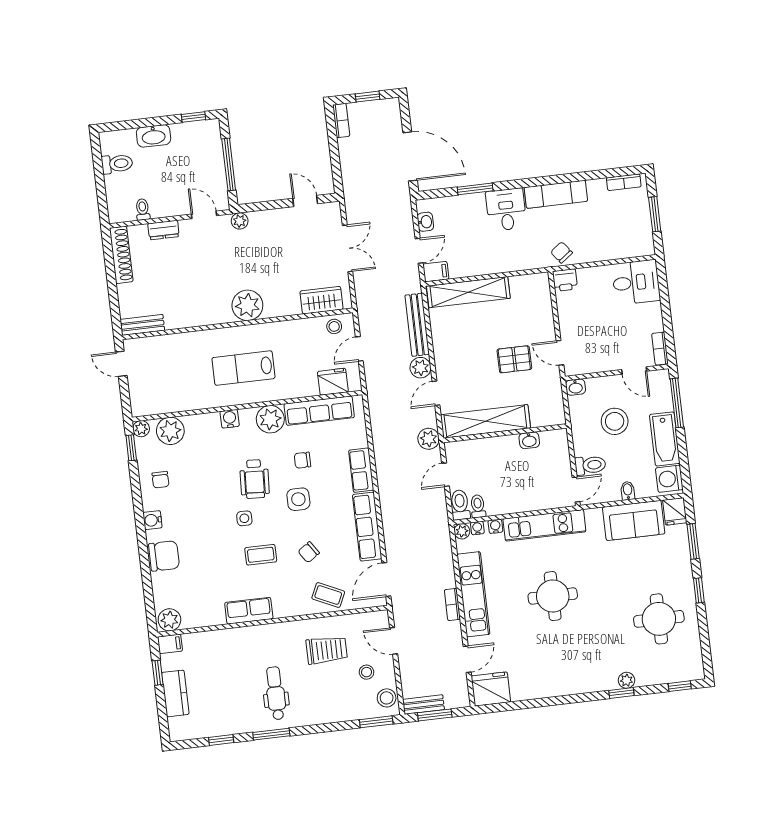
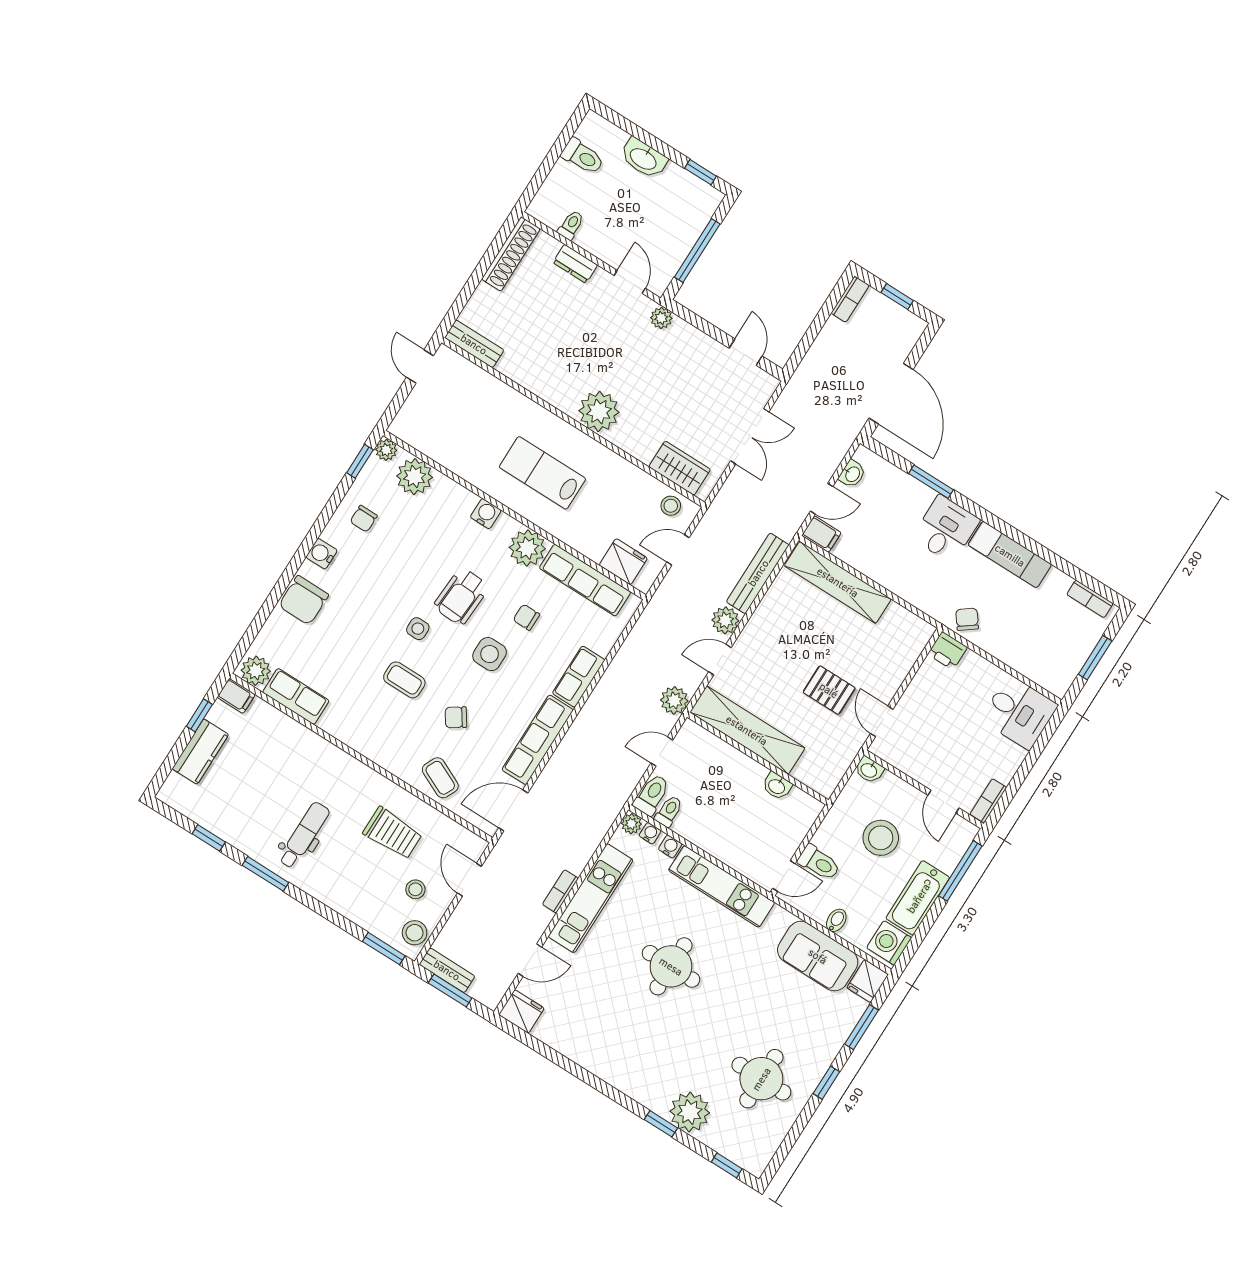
chair: (164, 556) -> (304, 600), turned 90
row of seats: (249, 611) -> (296, 696), moved
plant: (626, 680) -> (690, 1112), width x1.87, depth x1.87
fridge: (491, 689) -> (521, 1011), width x0.73, depth x0.75

